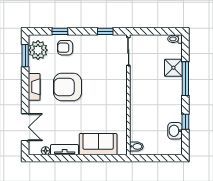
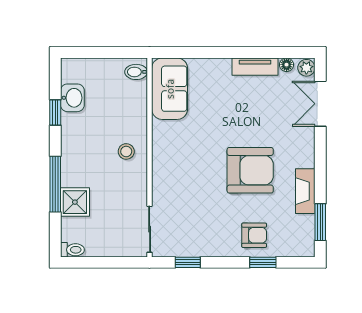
plant: (38, 50) -> (306, 68), moved, width x0.53, depth x0.53
fireplace: (34, 87) -> (305, 191), moved
stool: (142, 98) -> (126, 151), added
sofa: (98, 144) -> (170, 89), moved, turned -90

